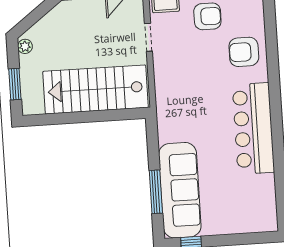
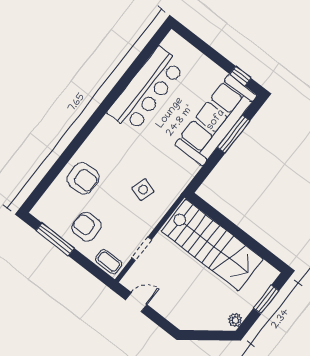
side table: (189, 85) -> (143, 190), added
bar counter: (253, 128) -> (146, 90), moved

